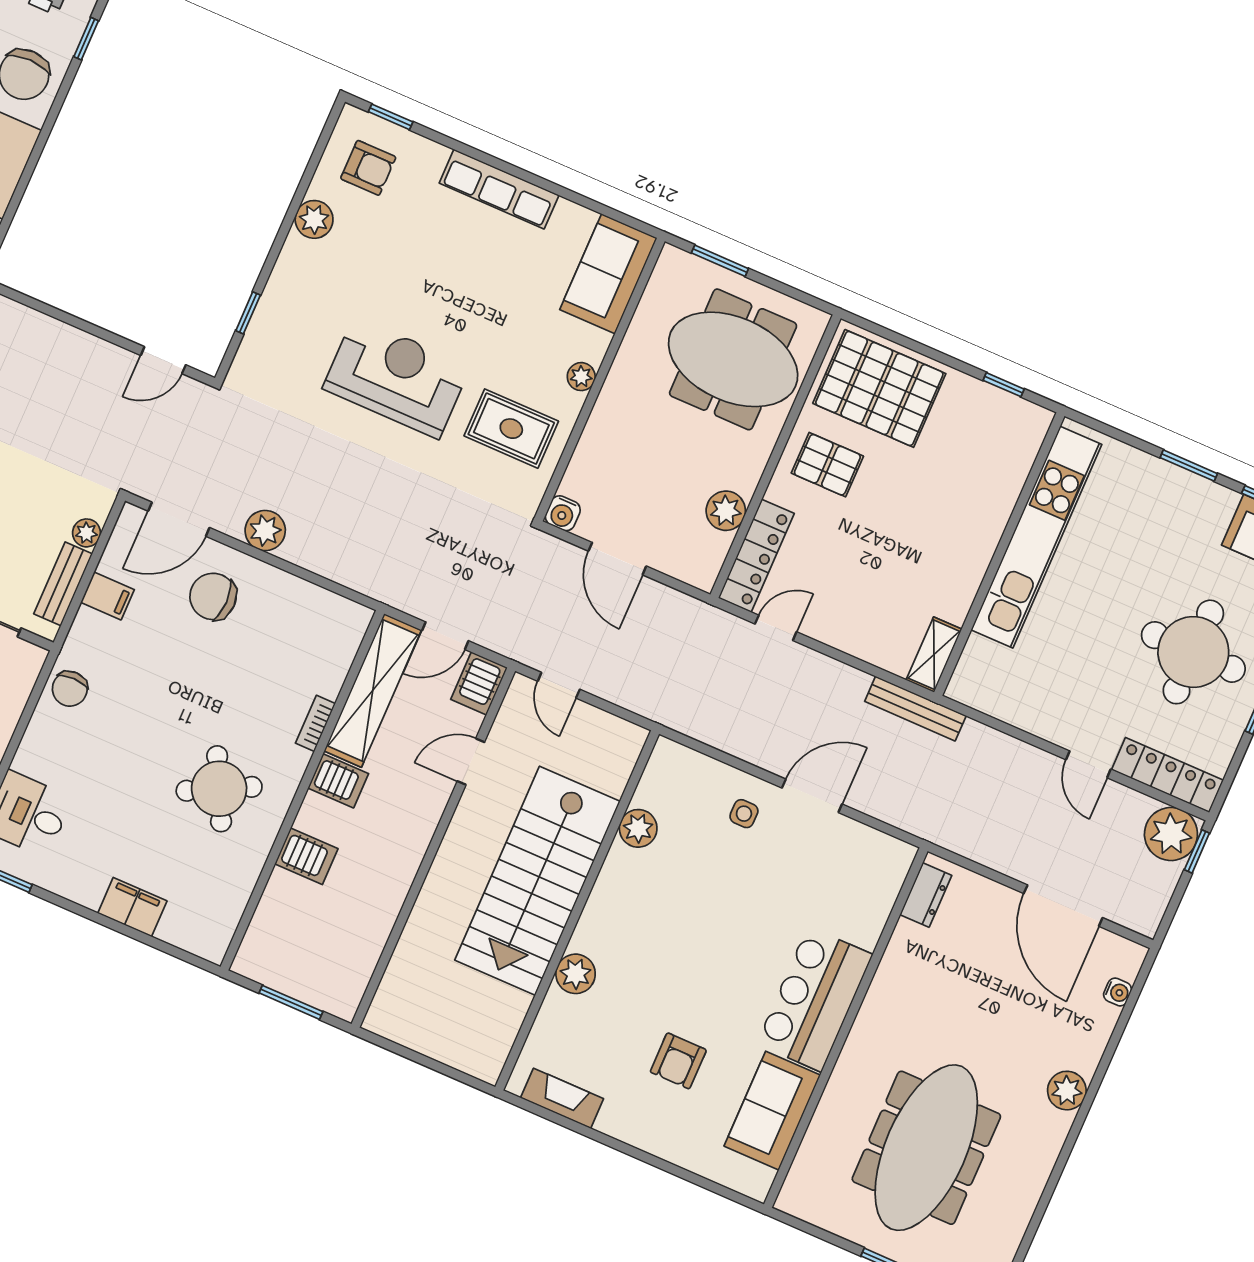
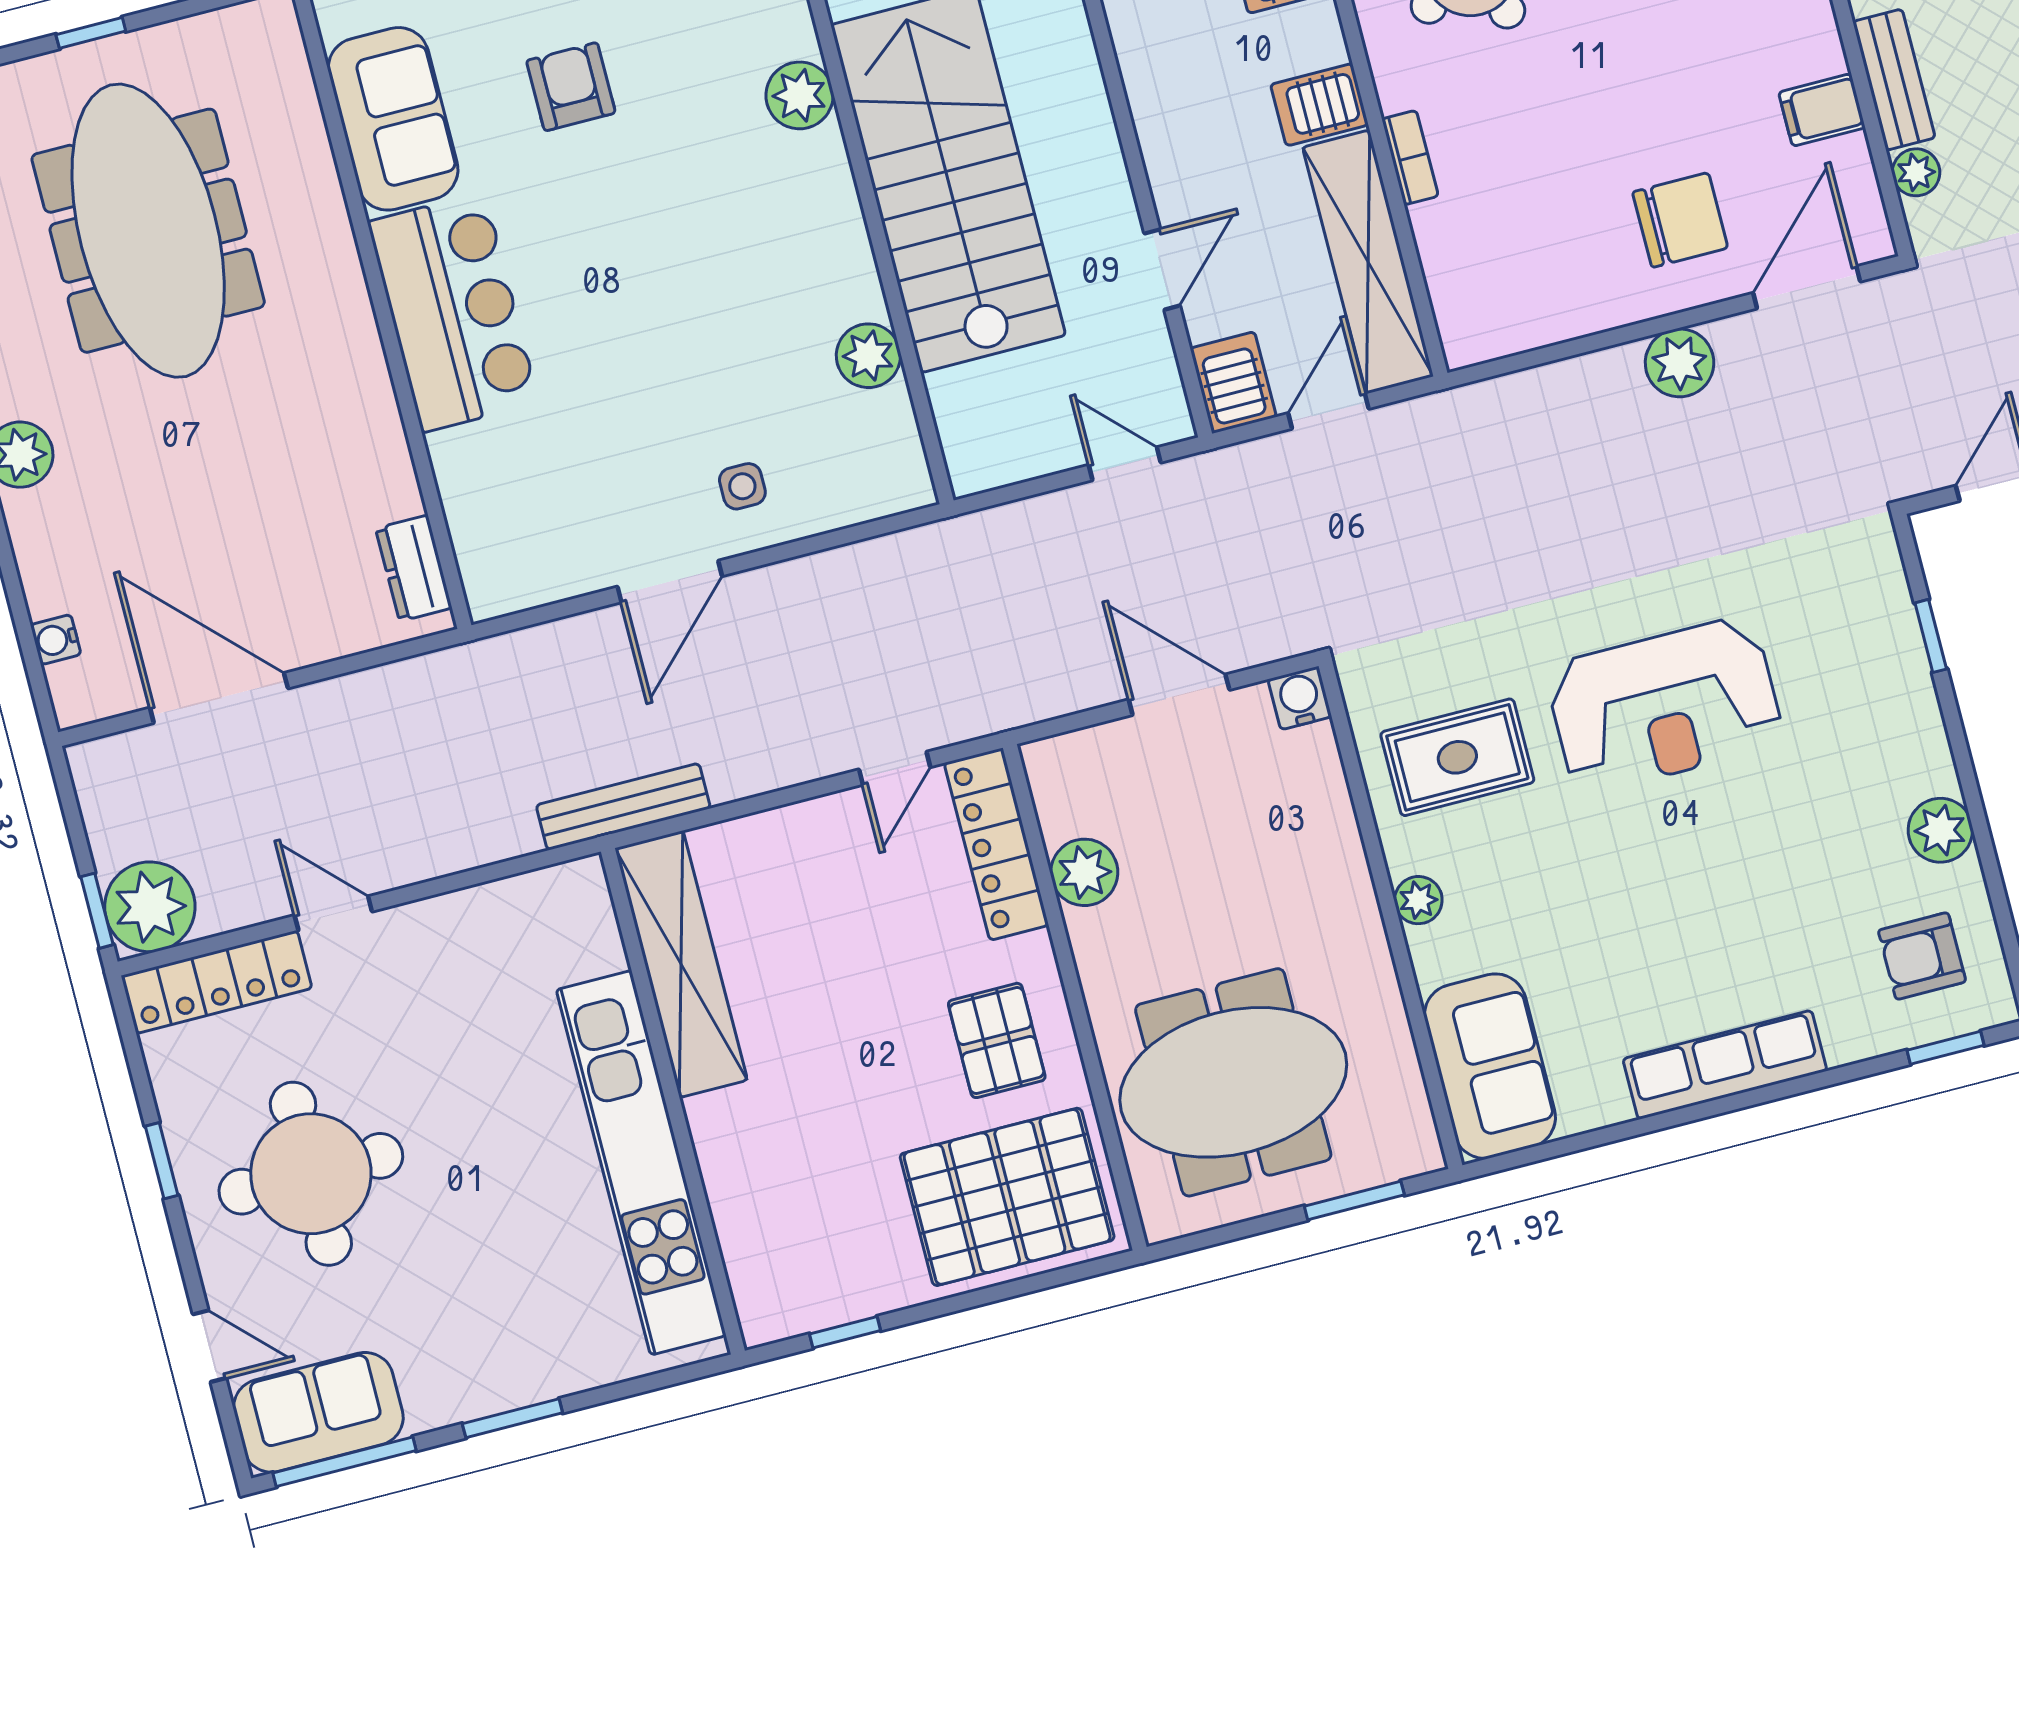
pallet: (827, 465) -> (997, 1040), turned 90
shelving: (934, 655) -> (681, 964), width x2.20, depth x1.33

